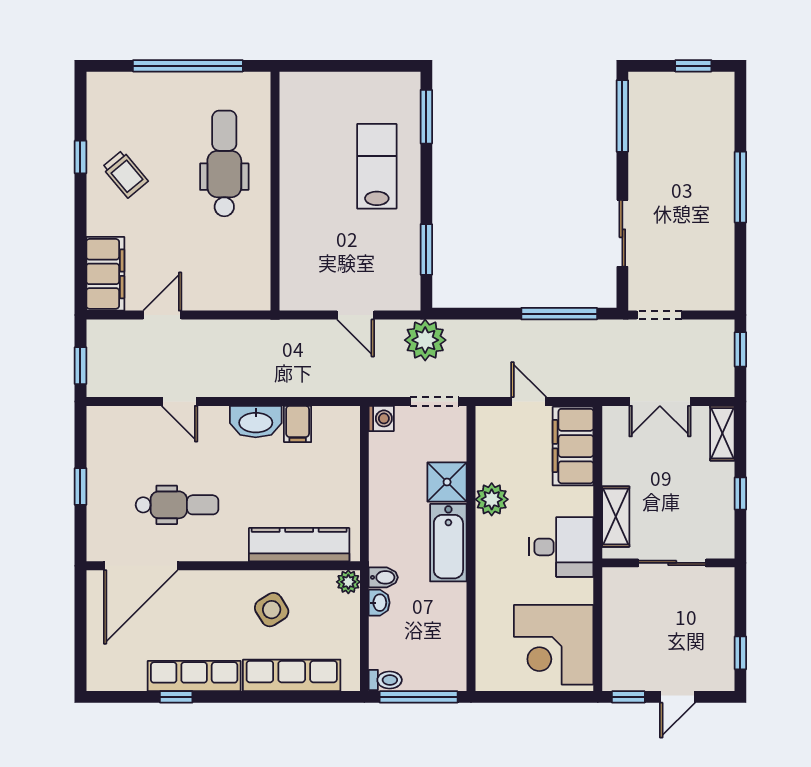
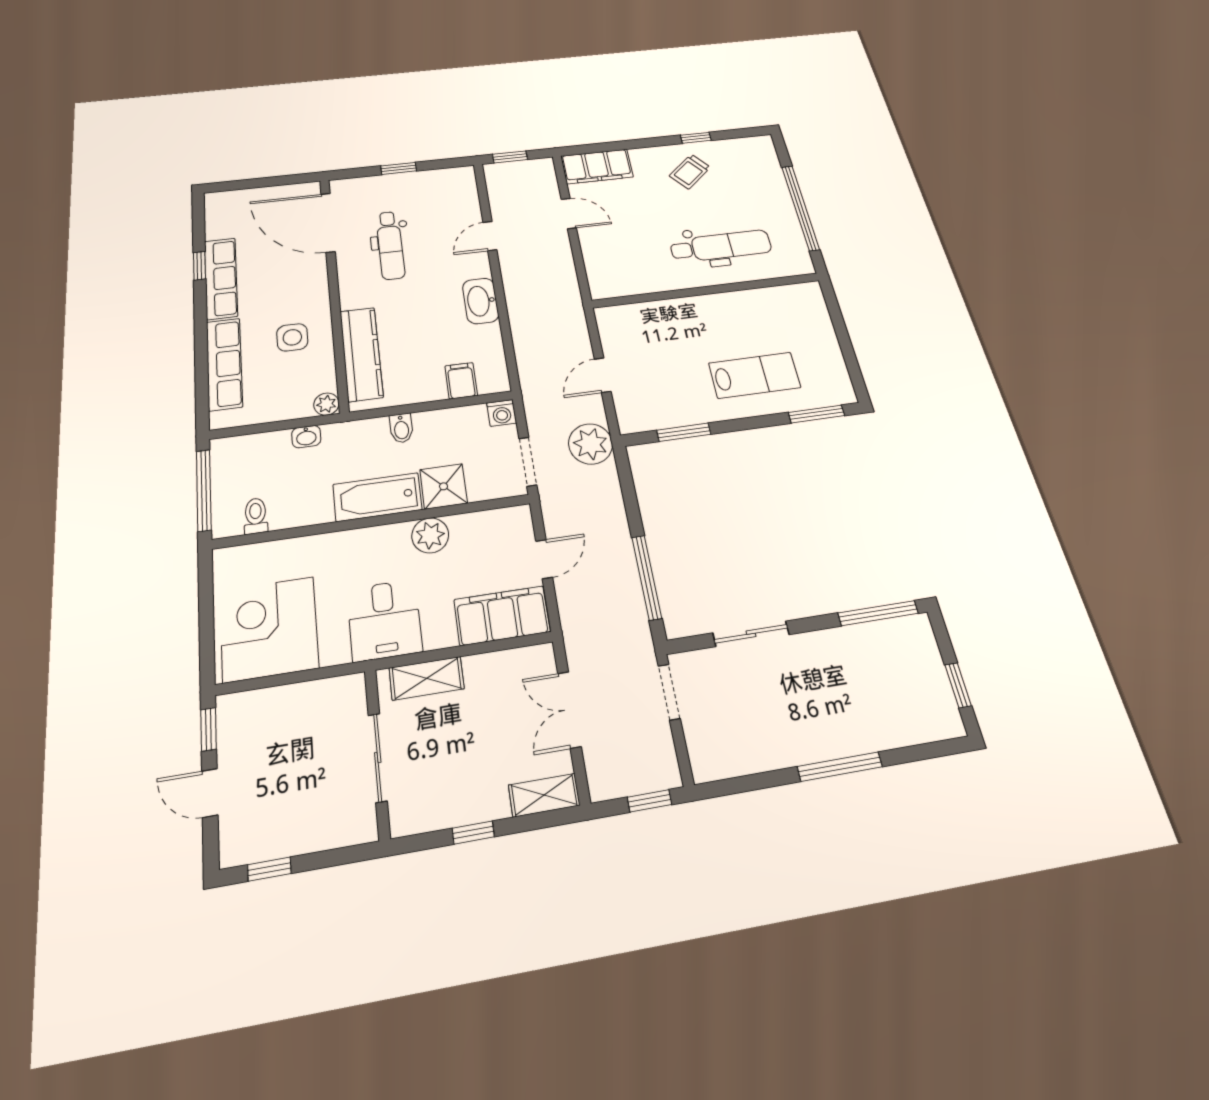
filing cabinet: (298, 424) -> (461, 381), moved, turned 90
bidet: (383, 577) -> (401, 428), moved
side table: (272, 610) -> (292, 337), turned 32
toilet: (385, 680) -> (256, 516), moved, turned 180

